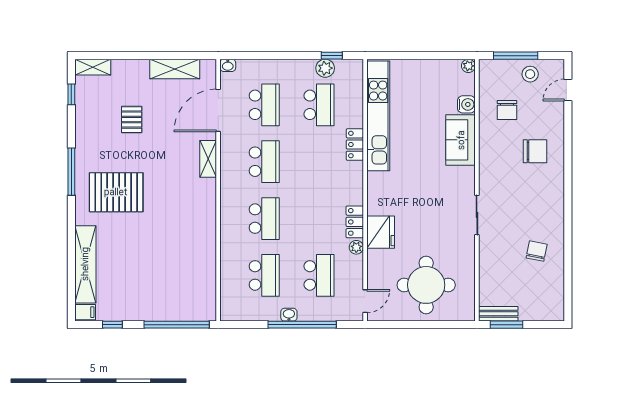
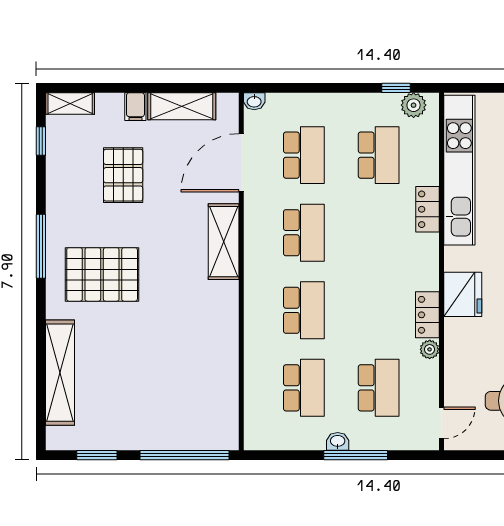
plant: (325, 68) -> (414, 105), moved
pallet: (132, 120) -> (123, 175), width x1.50, depth x1.42
shelving: (208, 159) -> (224, 242), width x1.50, depth x1.33
fridge: (381, 232) -> (463, 294), moved
filing cabinet: (85, 312) -> (135, 107), moved, turned 90
window: (112, 325) -> (97, 455), width x1.50
window: (302, 325) -> (356, 455), width x0.68

